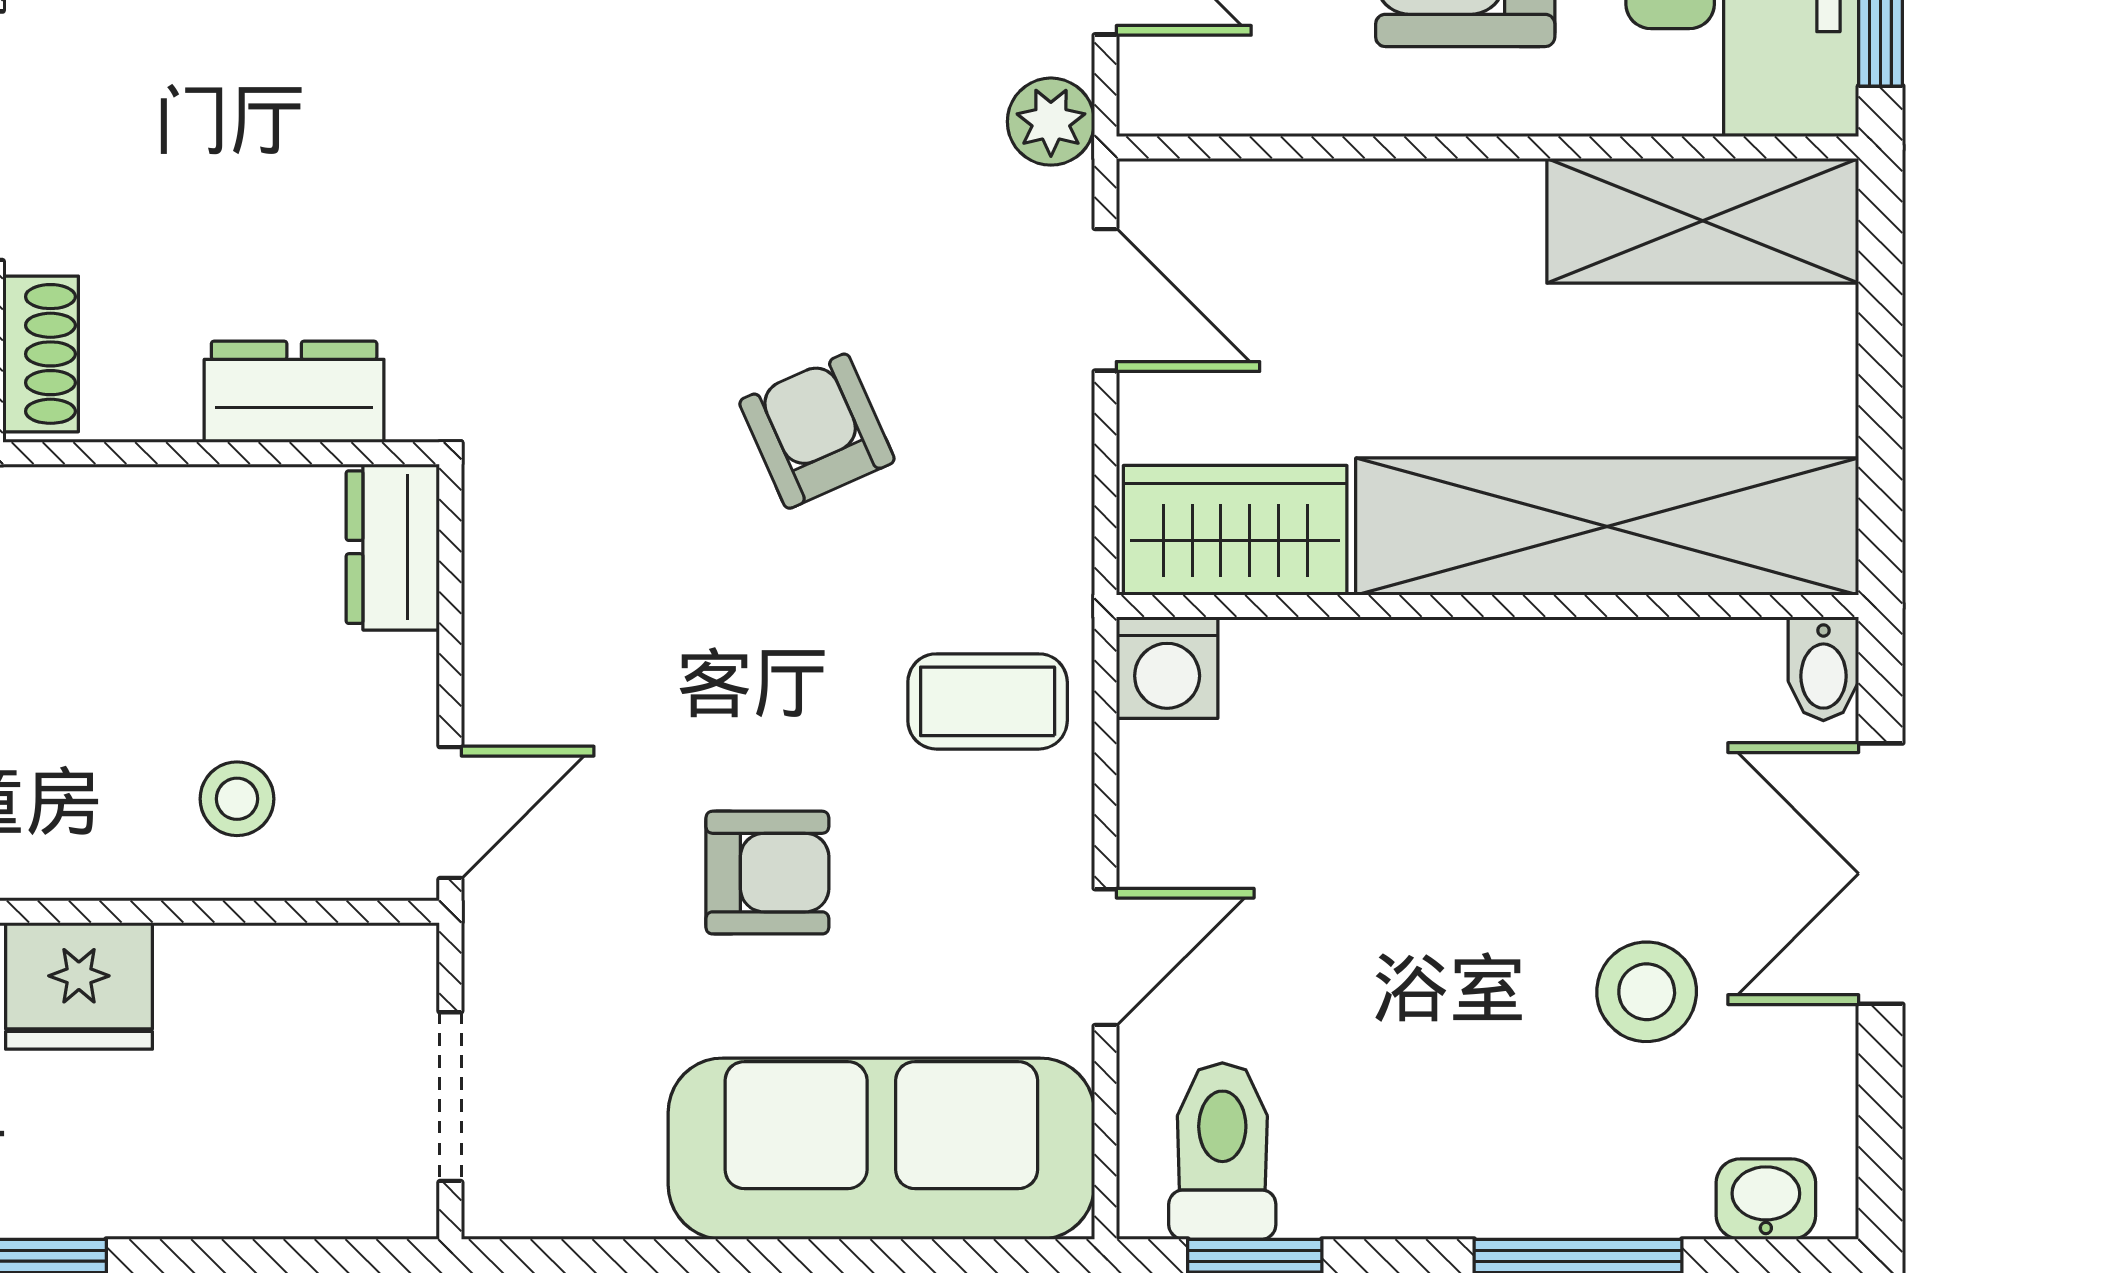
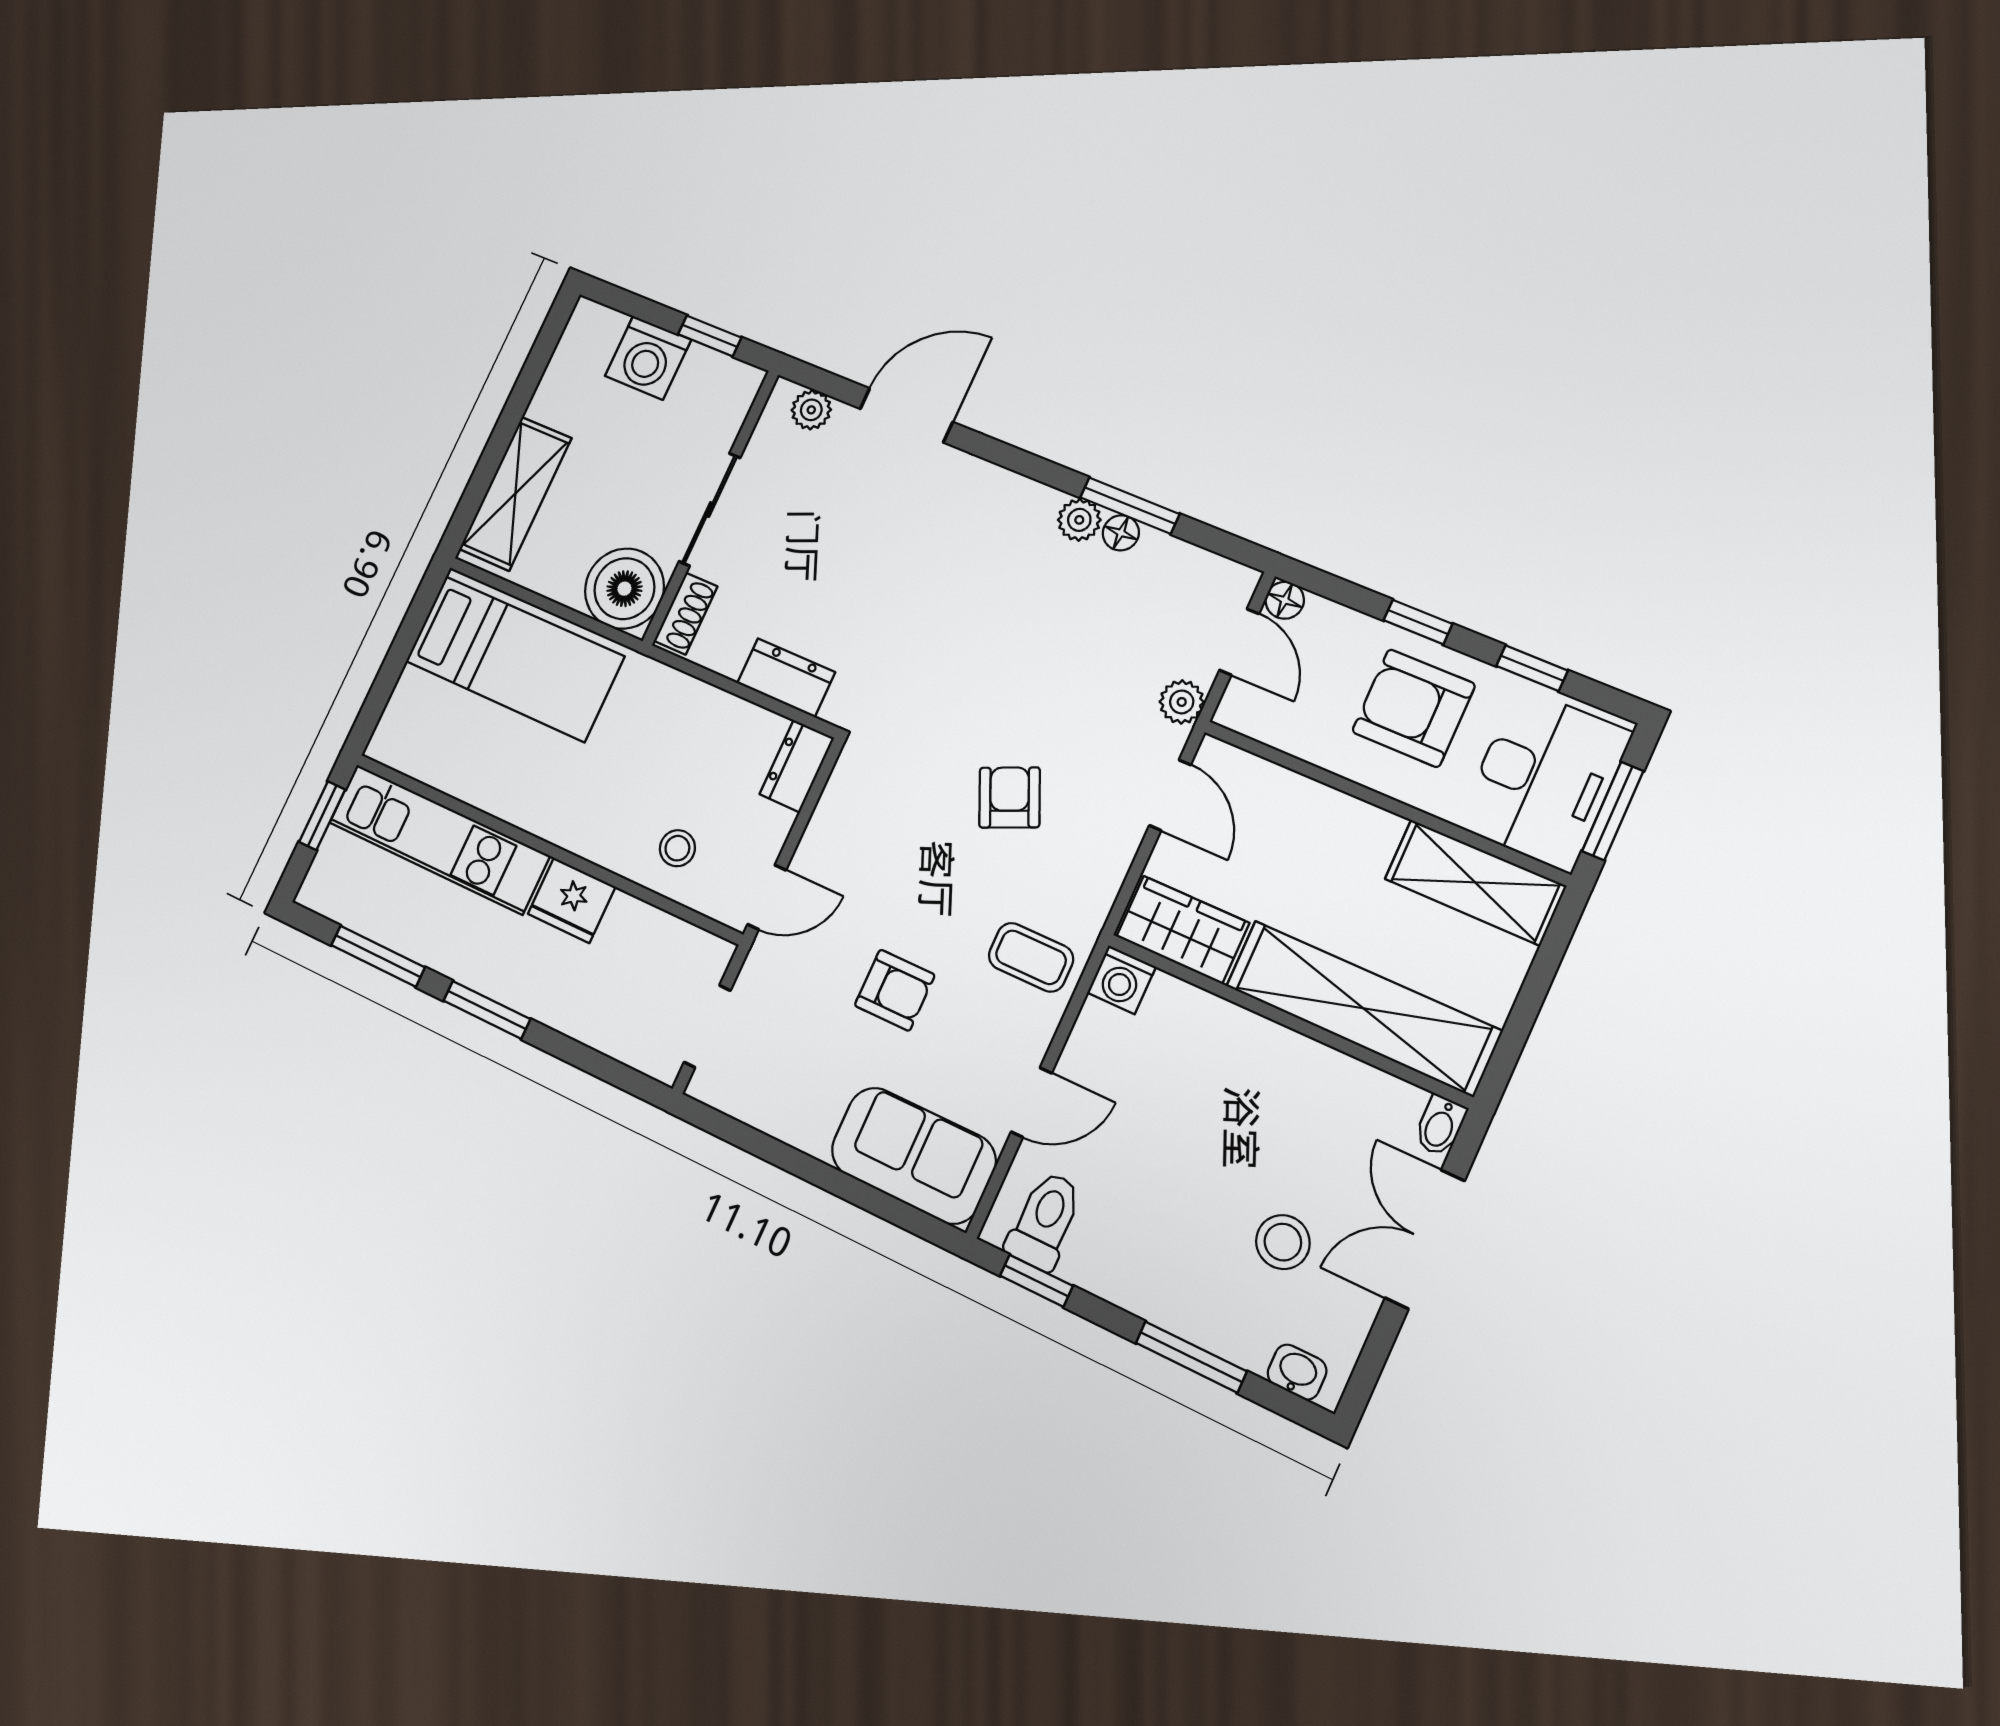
sofa: (881, 1149) -> (913, 1156), width x0.73

